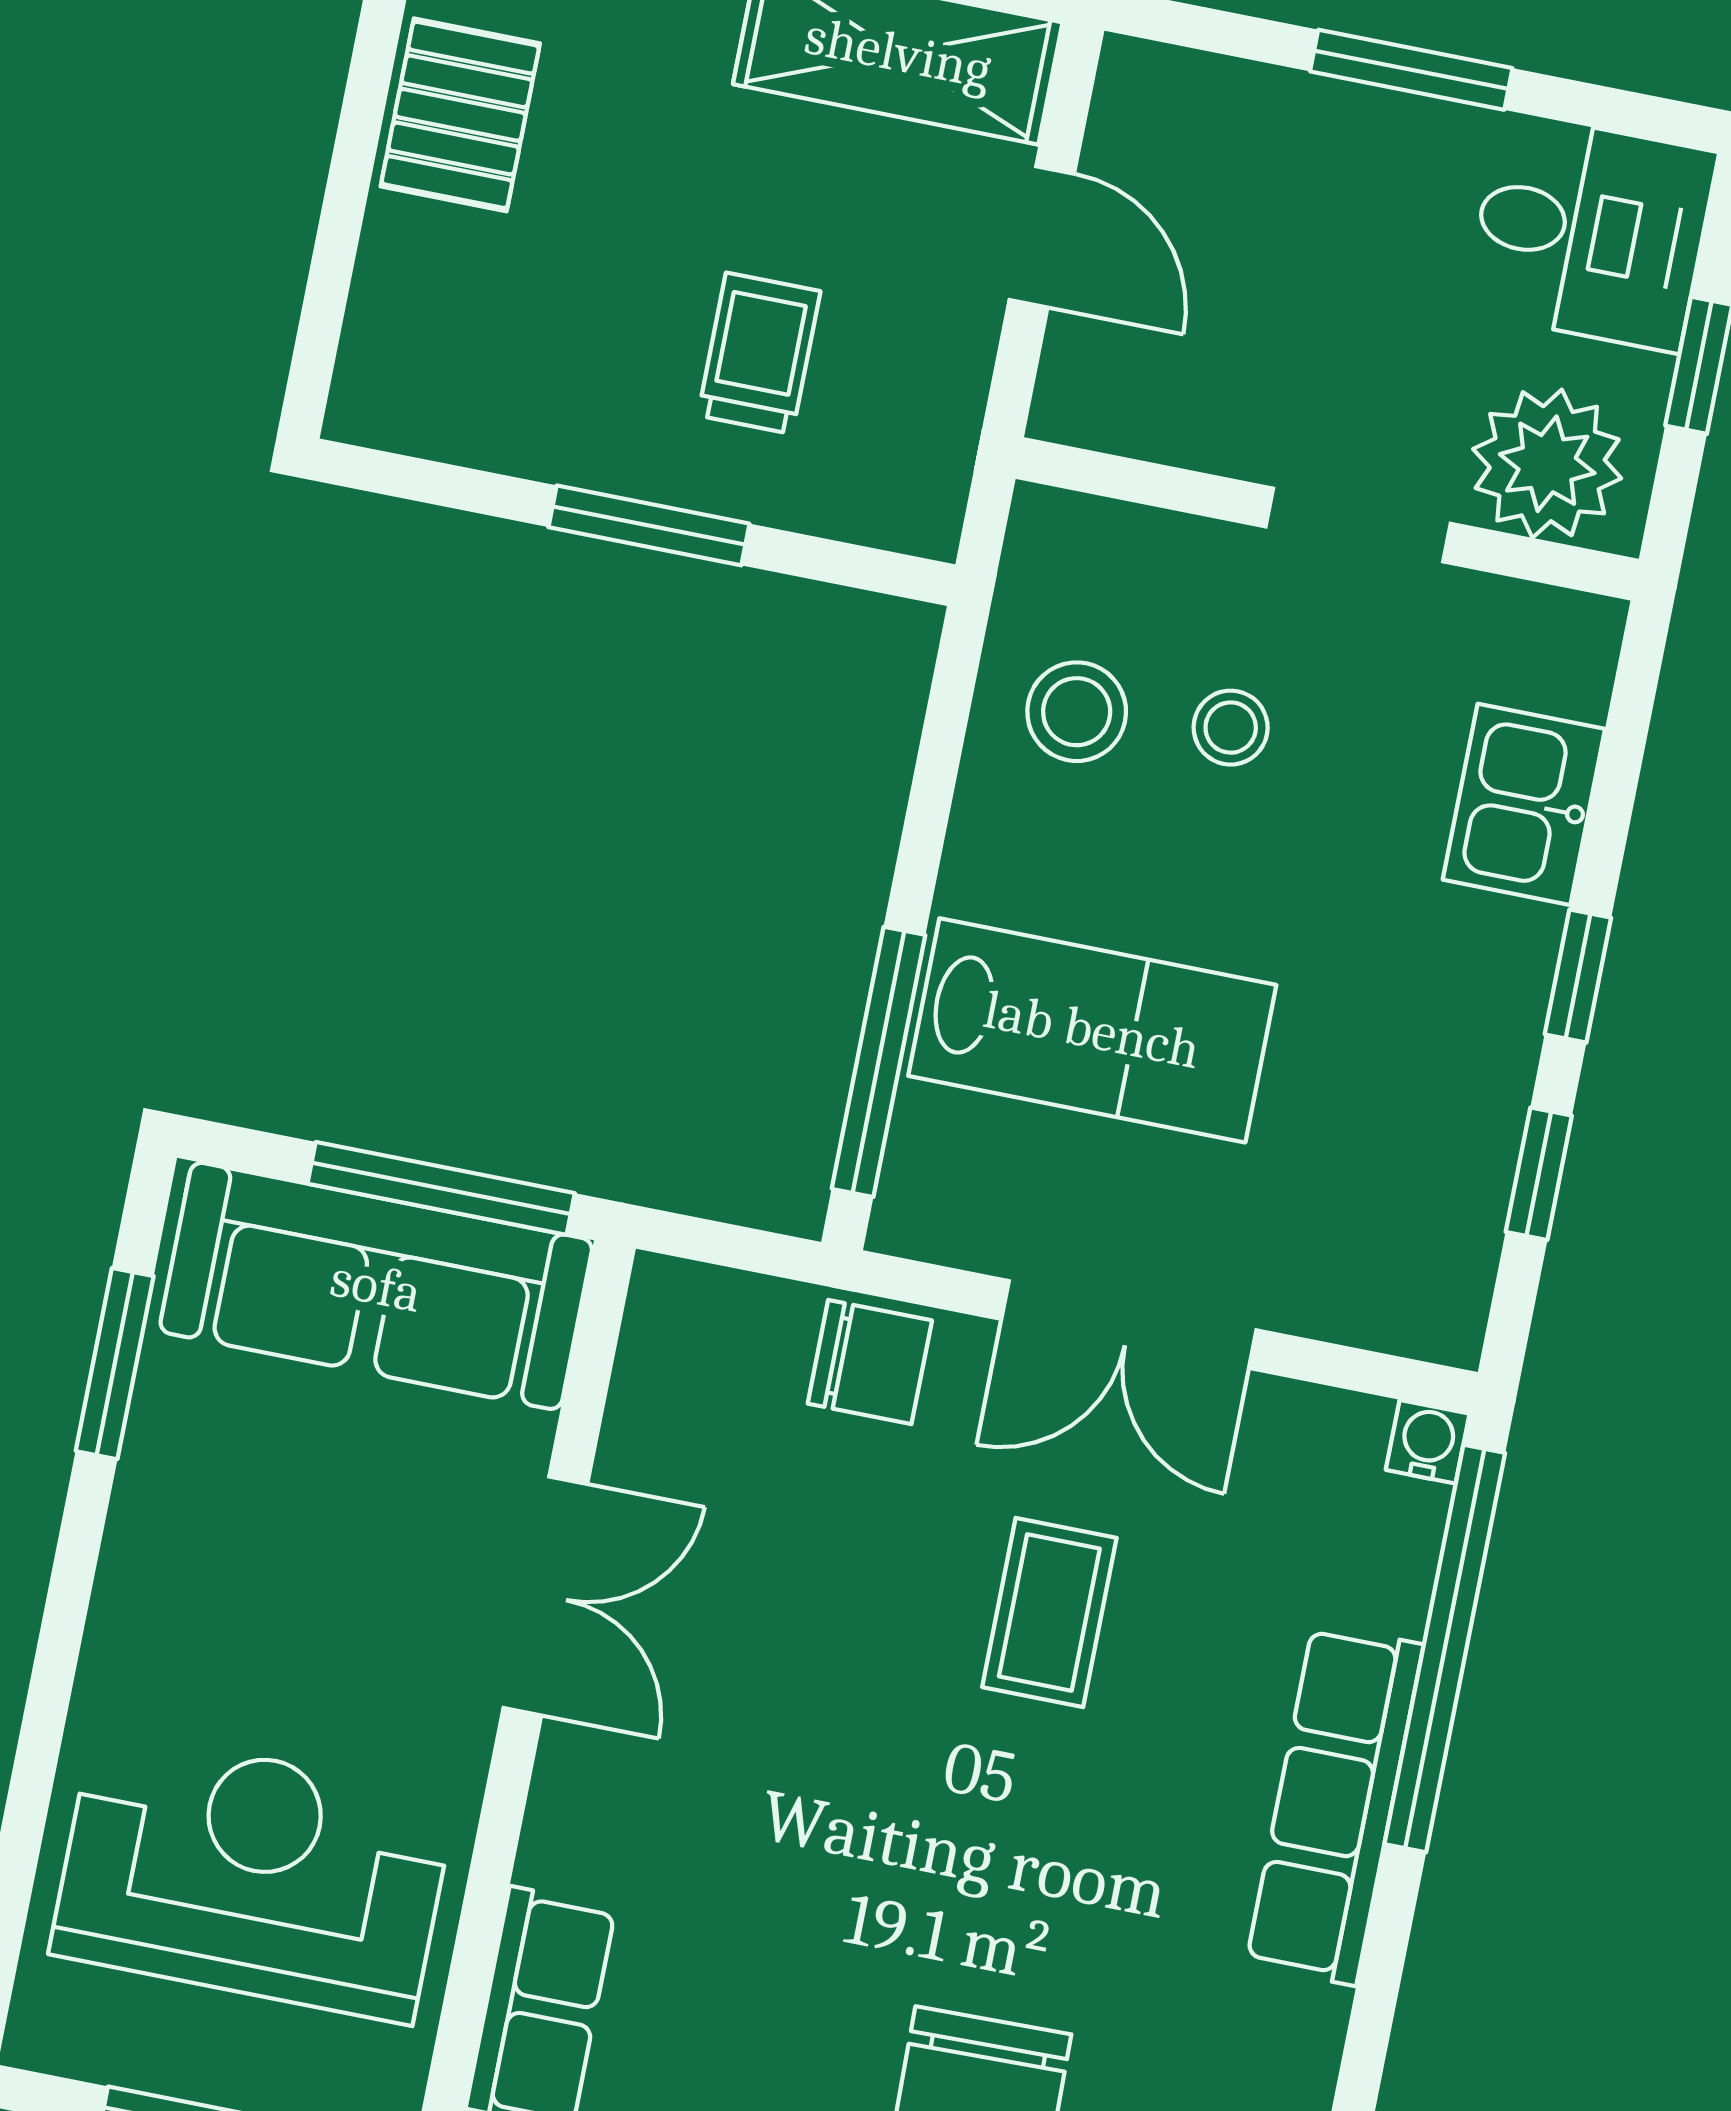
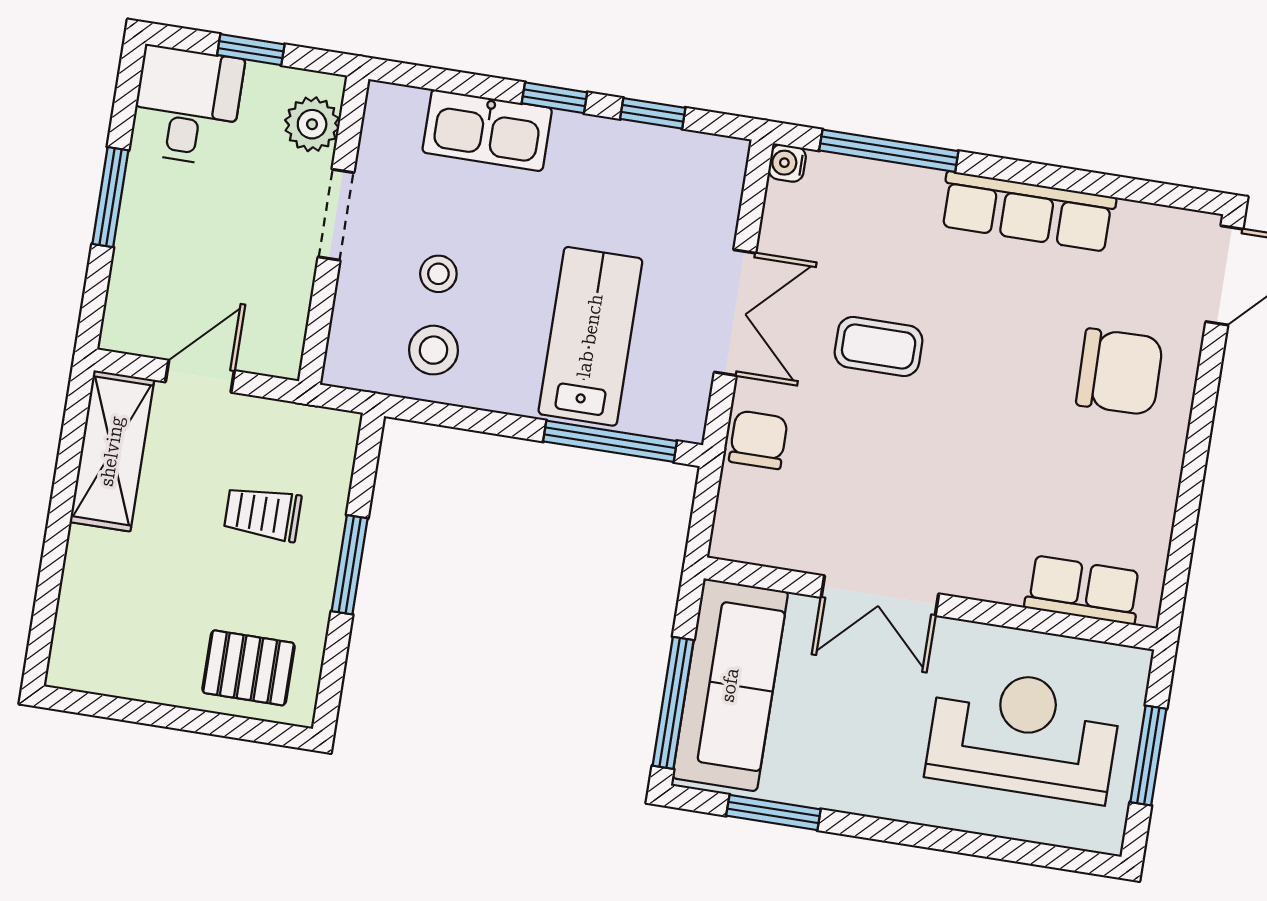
pallet: (460, 115) -> (248, 668), moved
plant: (1547, 464) -> (312, 124), width x0.73, depth x0.73
kitchen sink: (1524, 804) -> (487, 130), width x1.38
window: (441, 1188) -> (673, 703), moved
double door: (545, 1596) -> (880, 596), swing flipped
window: (1445, 1649) -> (889, 151), width x0.68
row of seats: (1335, 1804) -> (1028, 212), moved
reception desk: (253, 1875) -> (1023, 735), turned 90

